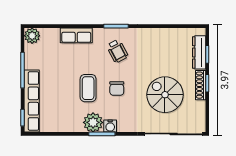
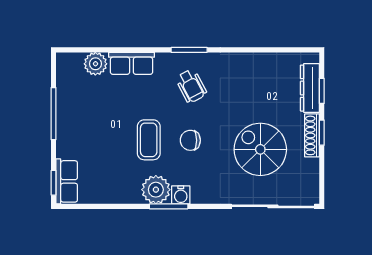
plant: (32, 36) -> (95, 64), moved
chair: (117, 88) -> (190, 140), turned 90
row of seats: (32, 101) -> (67, 181), width x0.50

